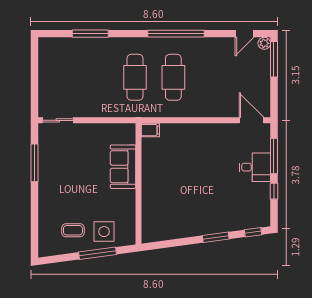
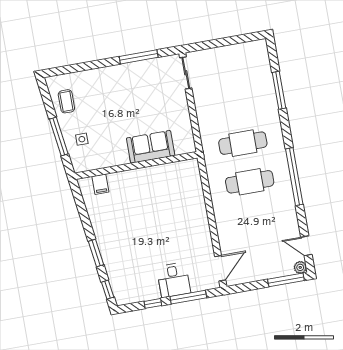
filing cabinet: (150, 130) -> (100, 184), moved
coffee table: (73, 230) -> (66, 101), moved
side table: (104, 232) -> (82, 139), width x0.54, depth x0.54

